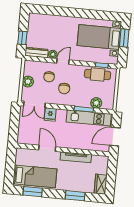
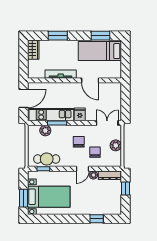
window: (54, 11) -> (97, 219), added
fridge: (50, 115) -> (80, 114), moved

